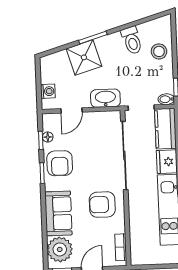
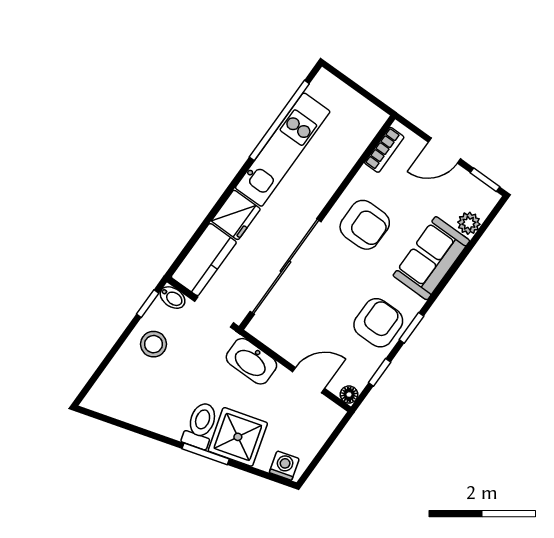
toilet: (132, 40) -> (201, 425), moved
stool: (159, 51) -> (154, 344), moved
washing machine: (48, 91) -> (284, 466), moved, turned 74
floor lamp: (48, 137) -> (349, 395), moved
plant: (60, 249) -> (469, 223), width x0.53, depth x0.53

